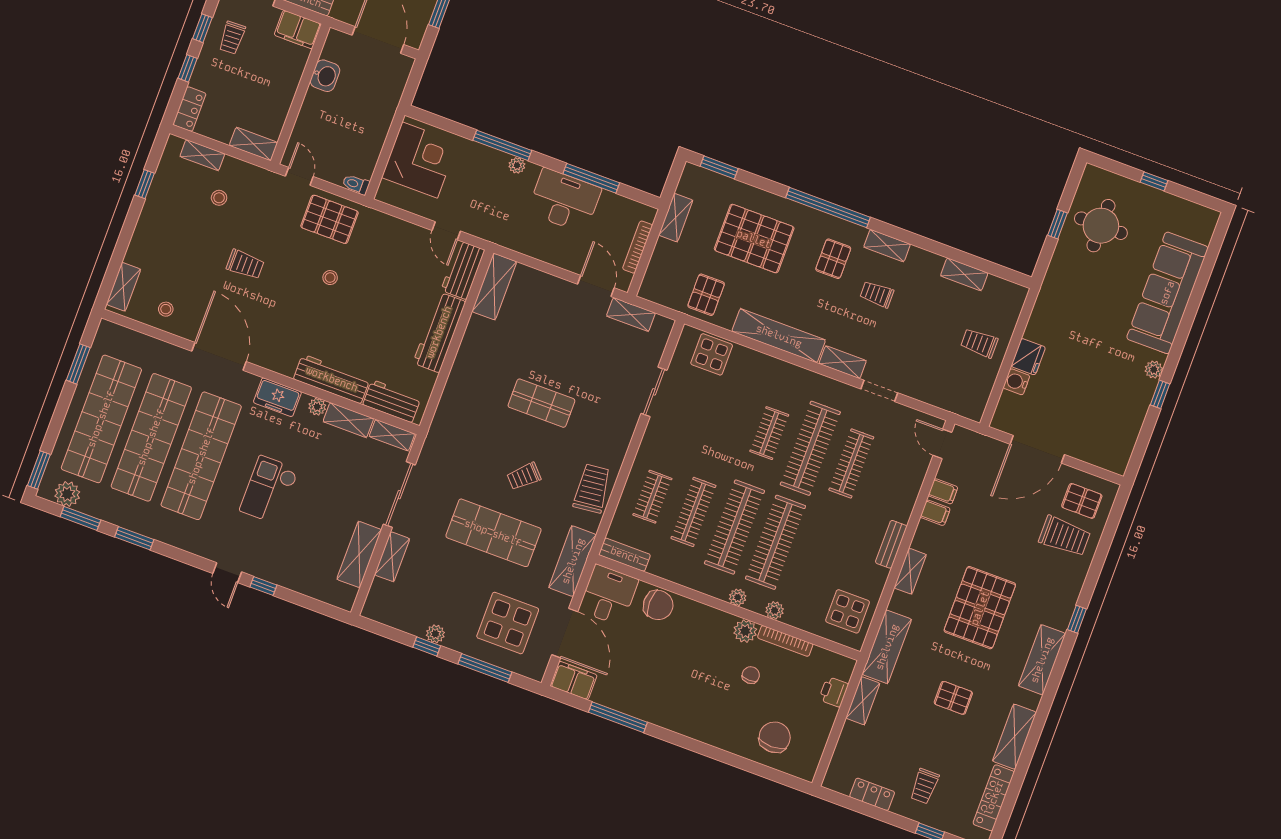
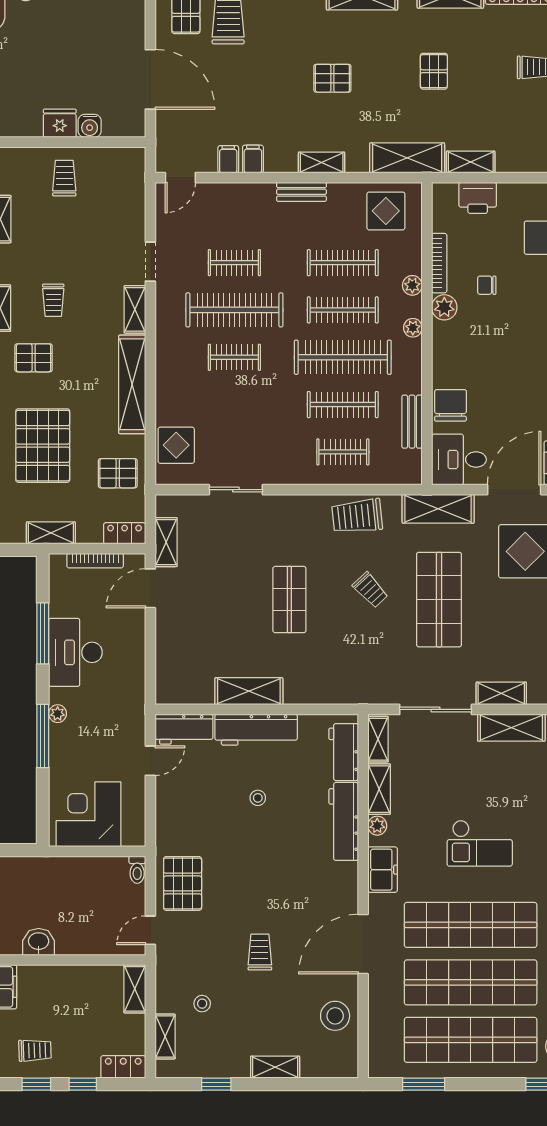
stool: (330, 278) -> (258, 798), moved
locker: (652, 281) -> (125, 533), added
shelving: (123, 287) -> (275, 1067), moved
shelving: (494, 287) -> (249, 691), moved
stool: (166, 309) -> (335, 1016), width x1.89, depth x1.89
trolley: (979, 343) -> (64, 178), turned 180
clothes rail: (851, 463) -> (234, 263), width x0.73
clothes rail: (776, 542) -> (343, 310), width x0.73, depth x0.76
bench: (625, 555) -> (412, 422), moved
clothes rail: (817, 557) -> (343, 263), added
pallet: (980, 608) -> (332, 78), width x0.49, depth x0.50
printer: (834, 692) -> (478, 198), width x1.36, depth x1.24

